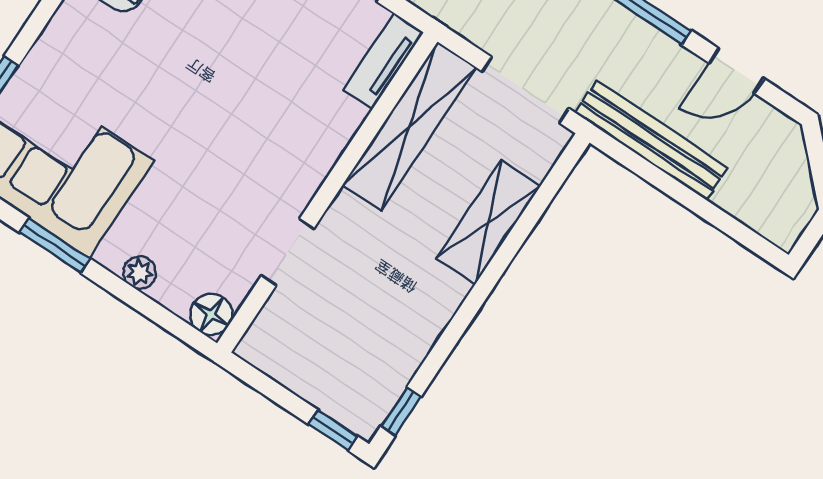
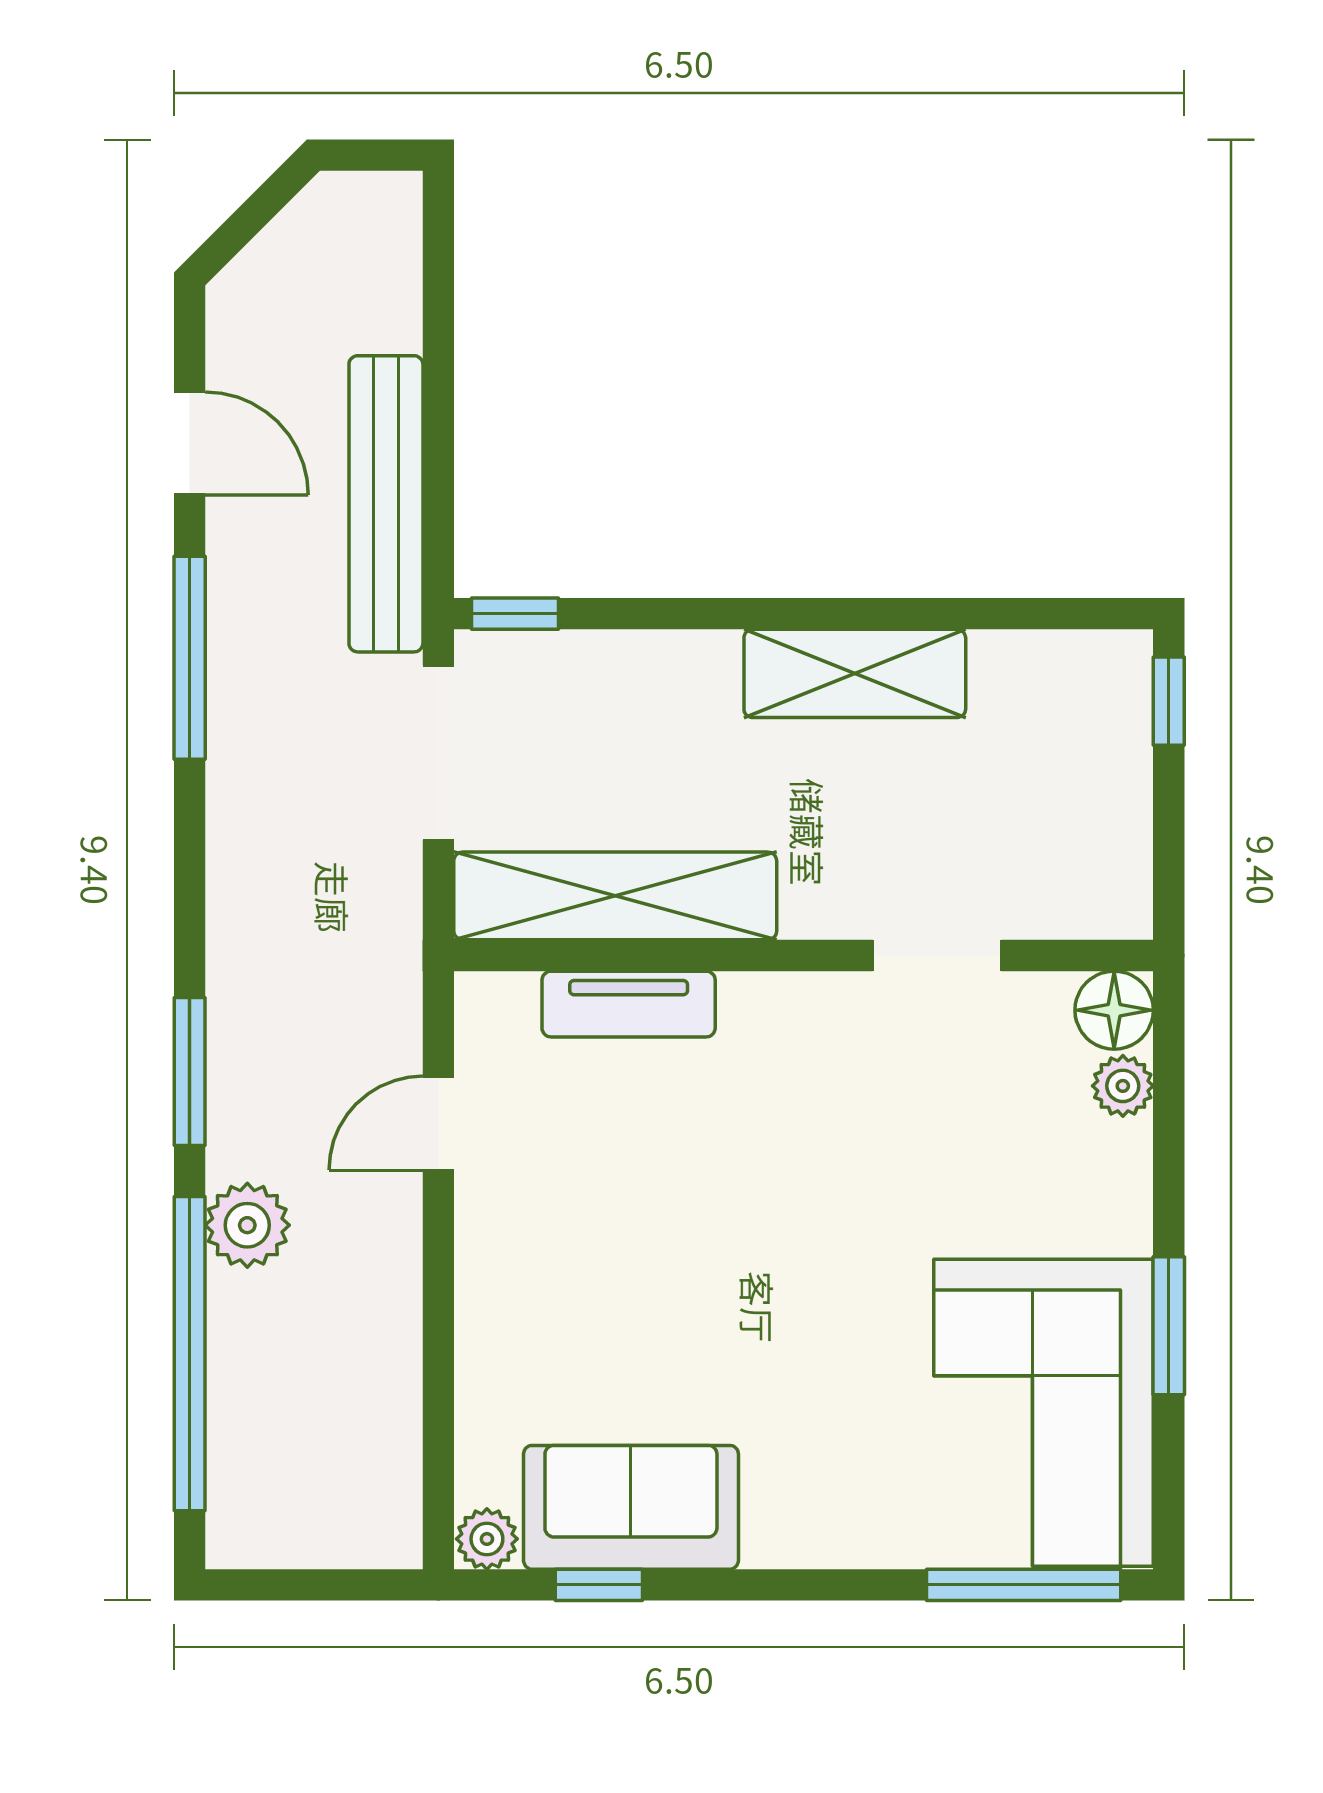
tv unit: (384, 61) -> (629, 1004), moved
shelving: (488, 222) -> (855, 673), moved
plant: (140, 272) -> (1123, 1086), moved
window: (401, 412) -> (515, 614), moved

